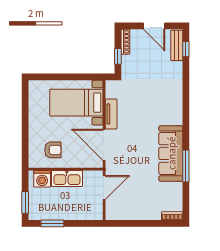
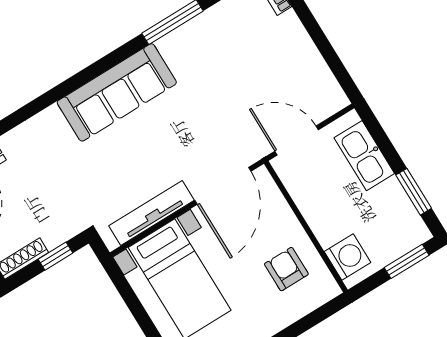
tv unit: (111, 114) -> (151, 213), width x1.41
sofa: (171, 153) -> (117, 92), moved
kitchen sink: (67, 178) -> (364, 156), moved, turned 180

